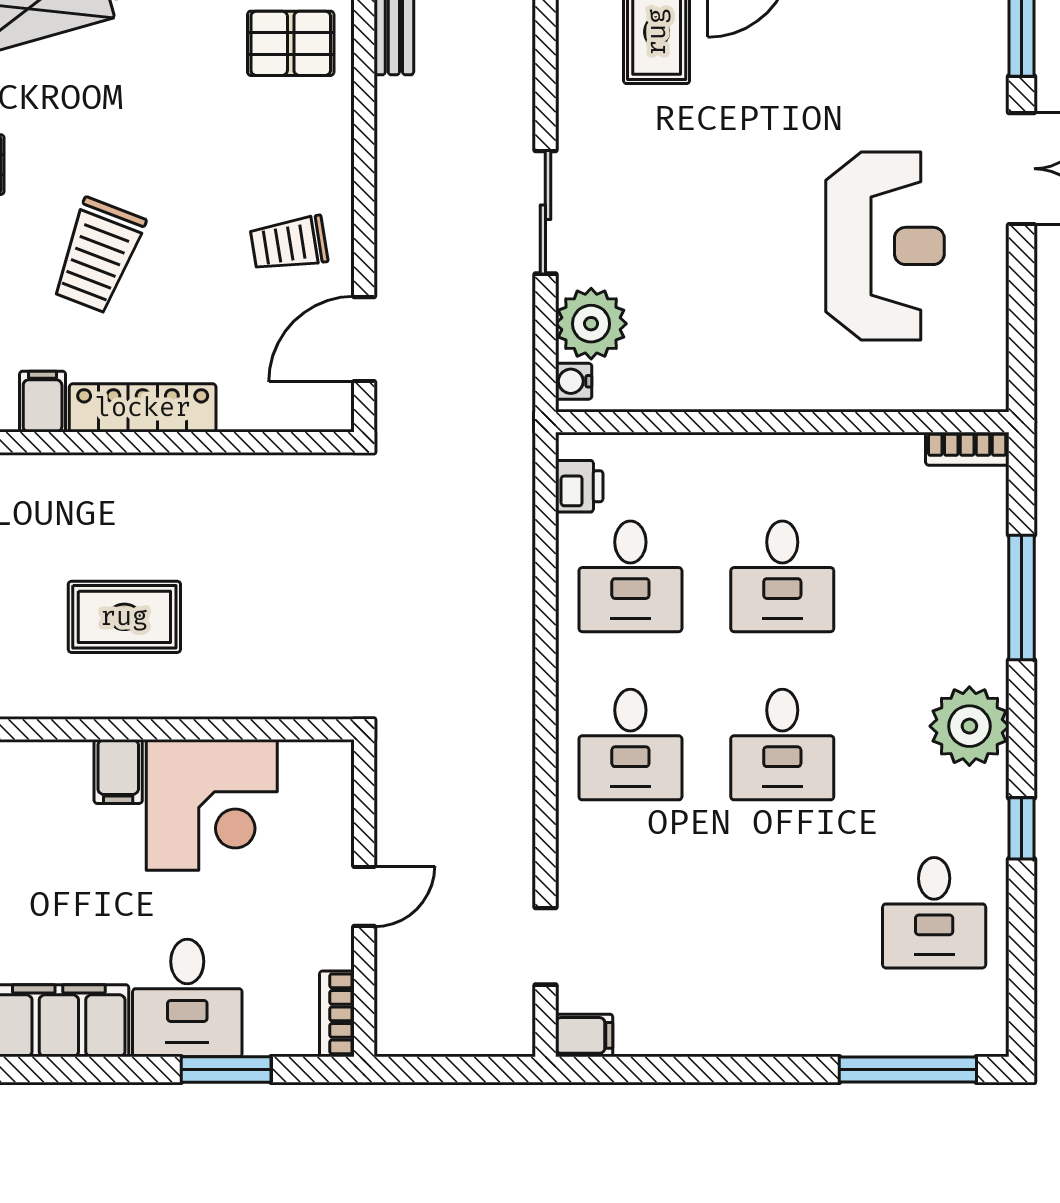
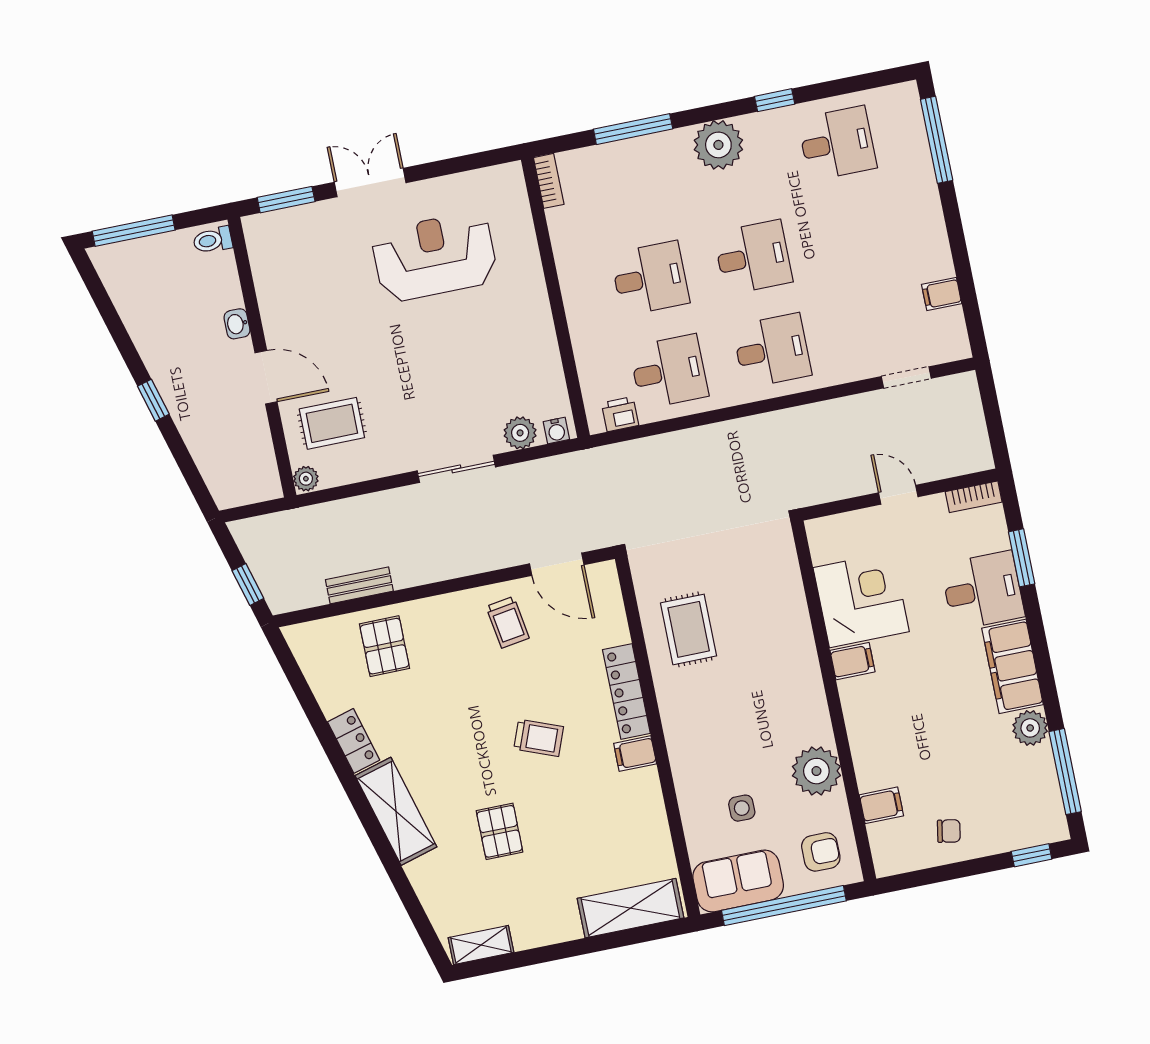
trolley: (98, 255) -> (539, 738), width x0.73, depth x0.72
plant: (591, 324) -> (520, 433), width x0.73, depth x0.73
rug: (124, 617) -> (689, 629), moved
filing cabinet: (584, 1035) -> (942, 294), moved, turned -90

